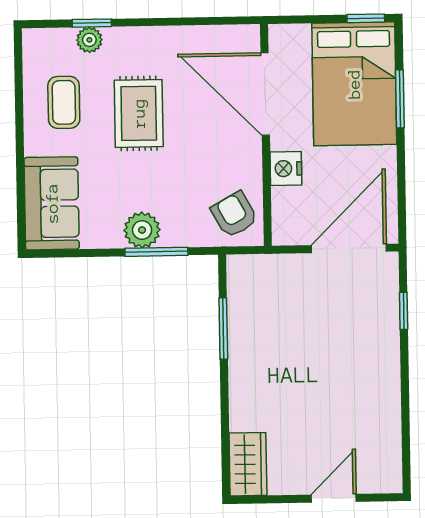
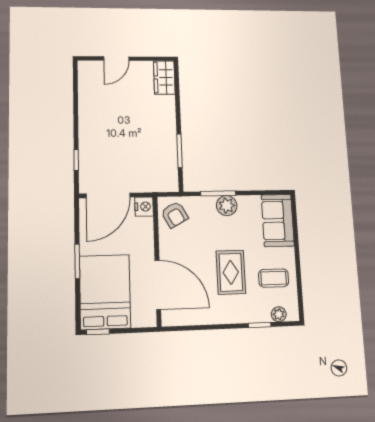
plant: (89, 40) -> (279, 314), moved
window: (400, 99) -> (77, 261), moved
coffee table: (64, 102) -> (274, 278), turned 90
nightstand: (286, 169) -> (144, 207), moved

